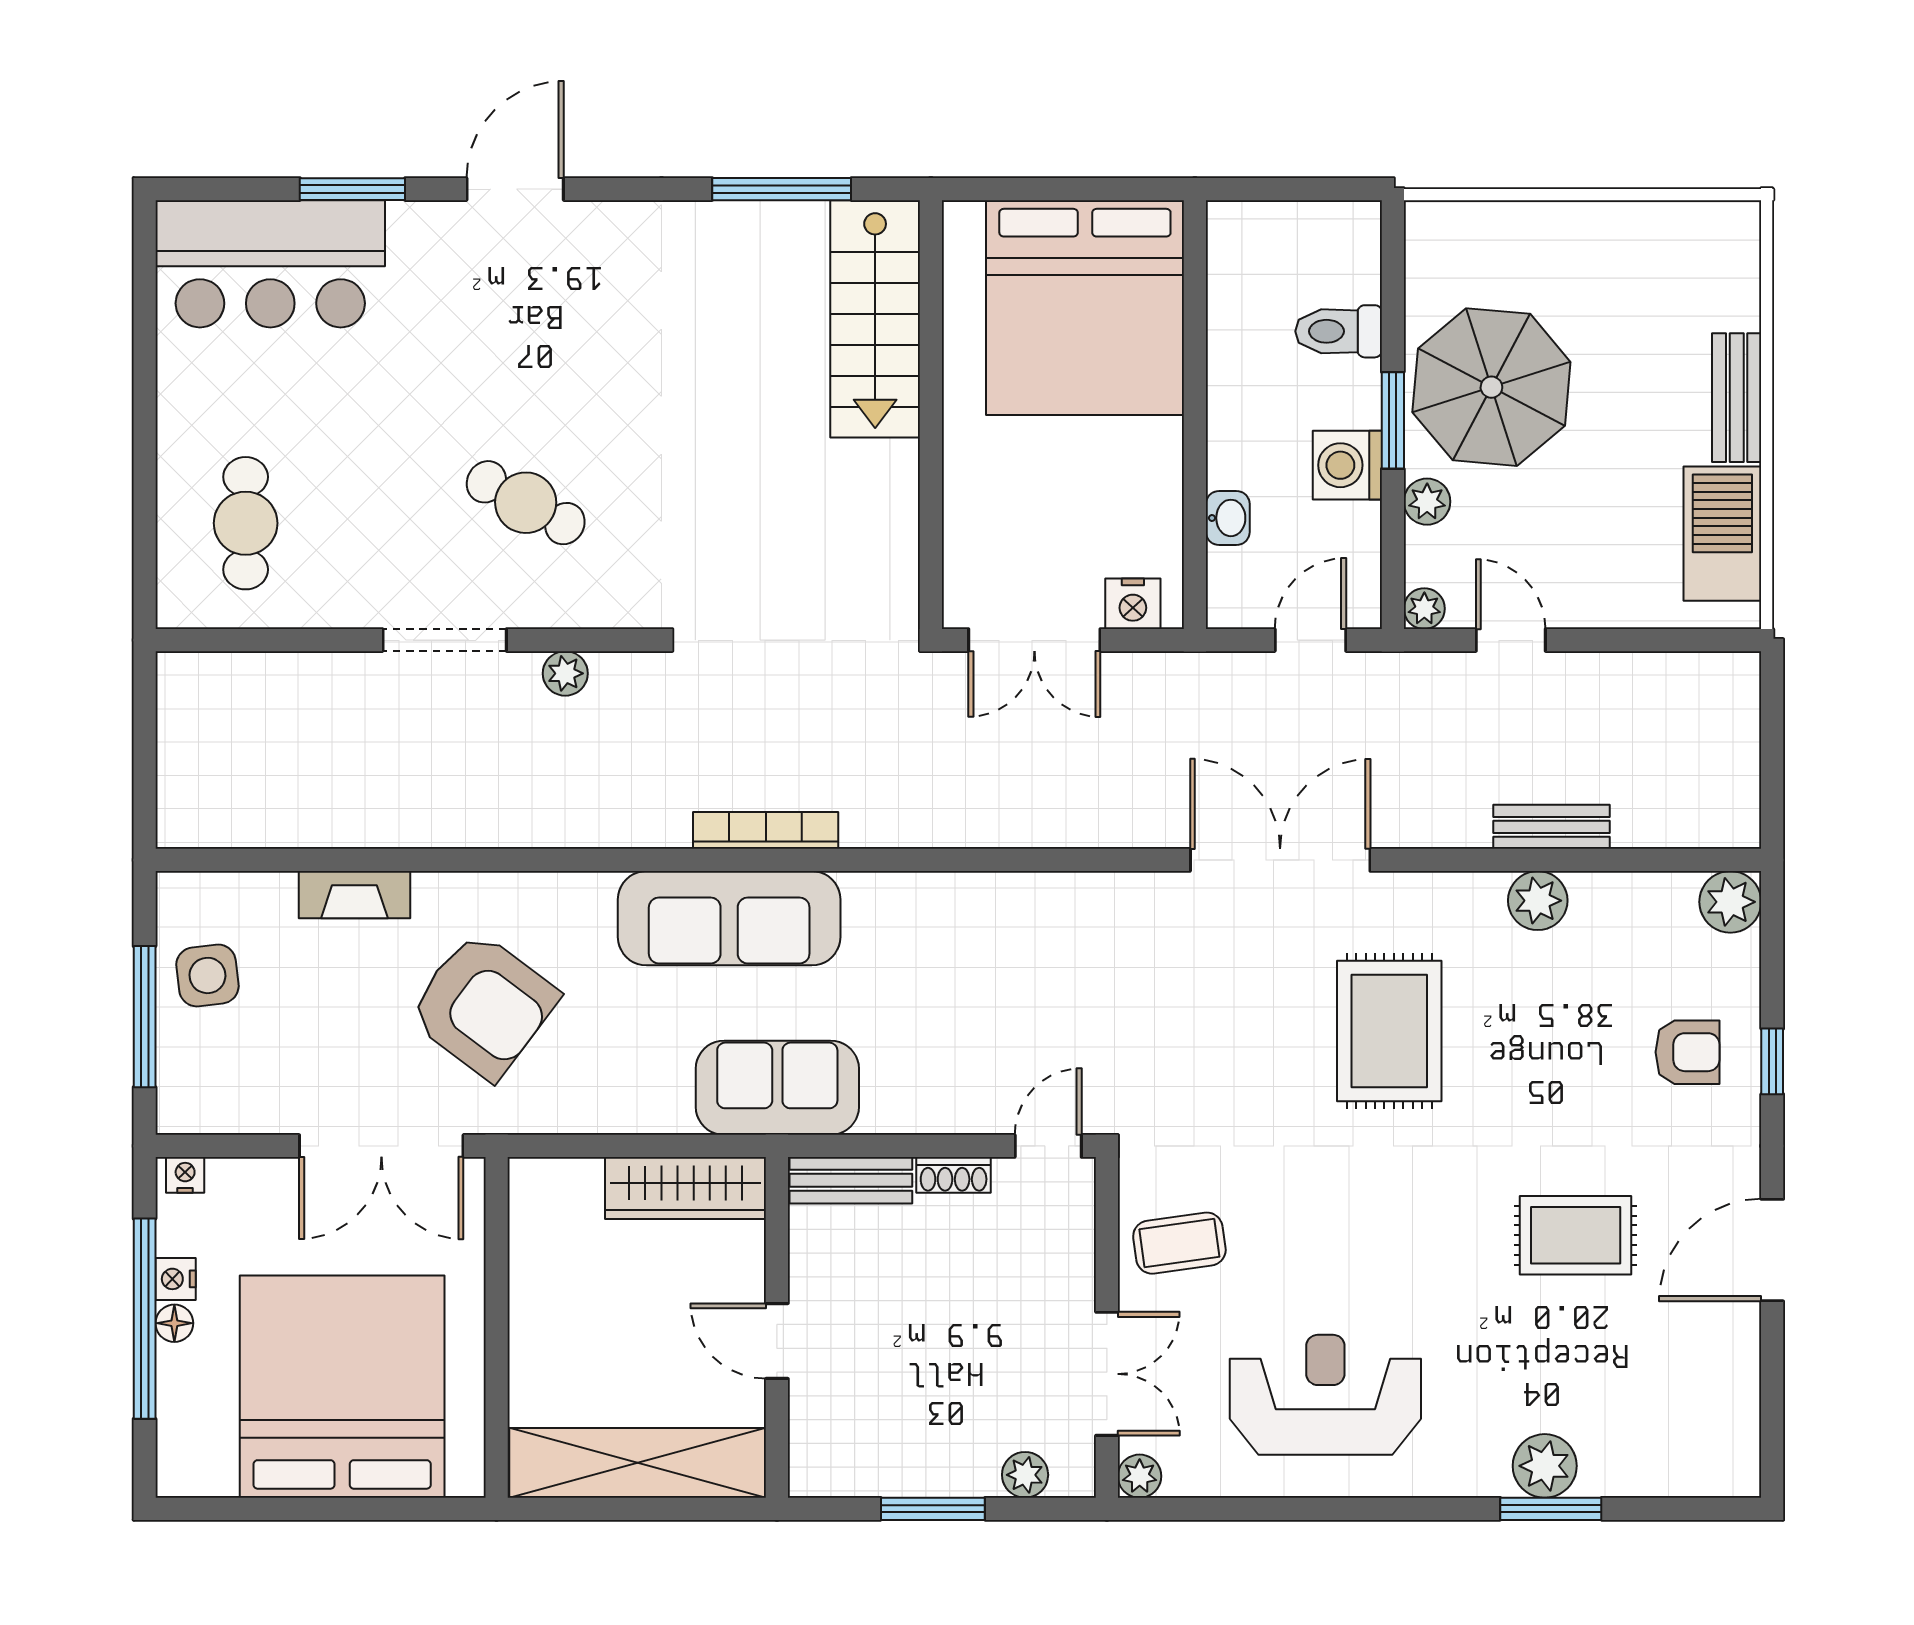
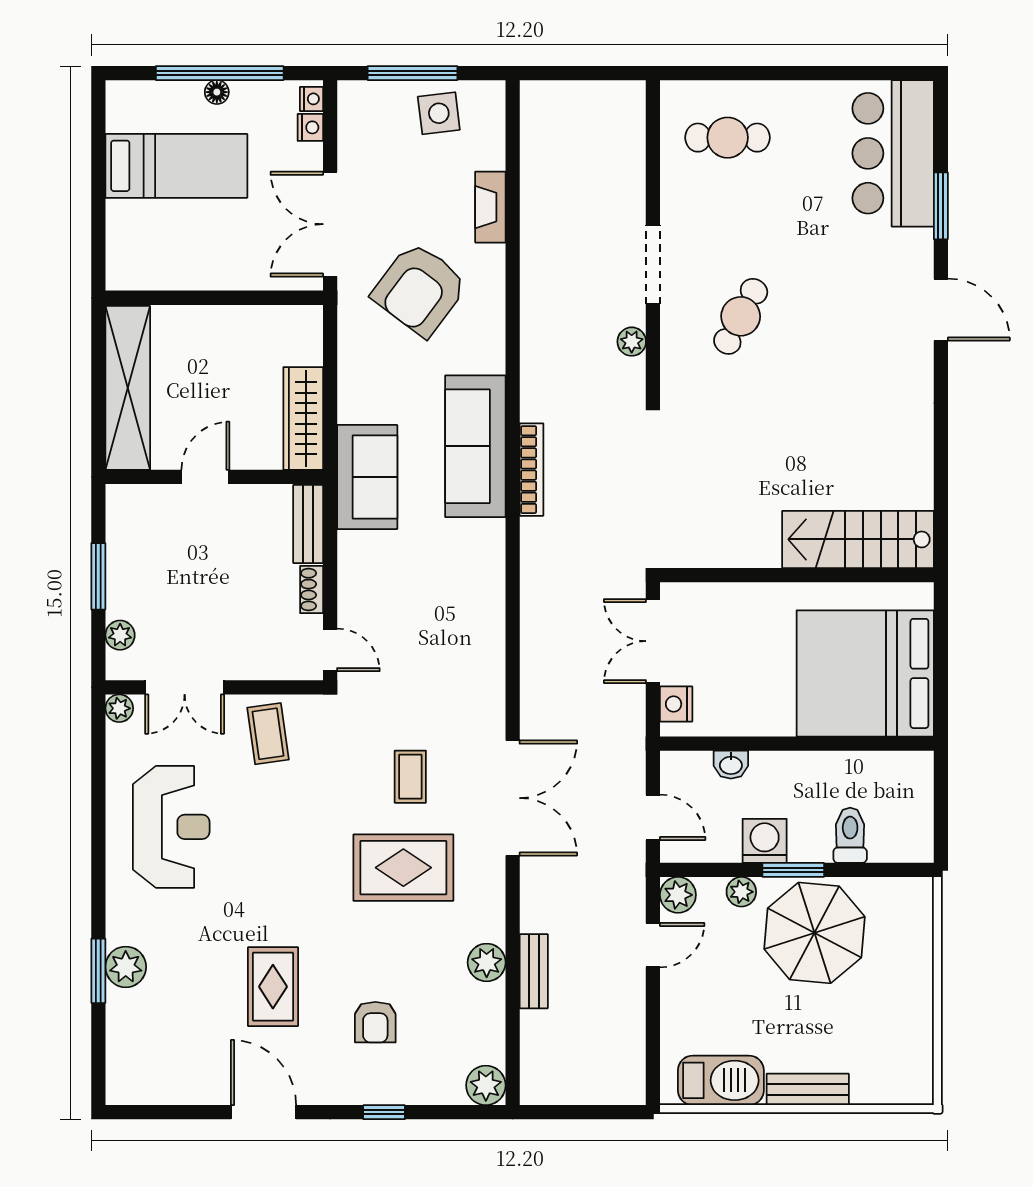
window: (782, 189) -> (941, 480), removed
plant: (1424, 609) -> (678, 895), width x1.38, depth x1.38
coffee table: (1247, 1020) -> (410, 777), added
armchair: (1687, 1052) -> (375, 1022), moved
nightstand: (176, 1279) -> (310, 127), moved, turned 90
bed: (342, 1387) -> (176, 166), width x0.49

